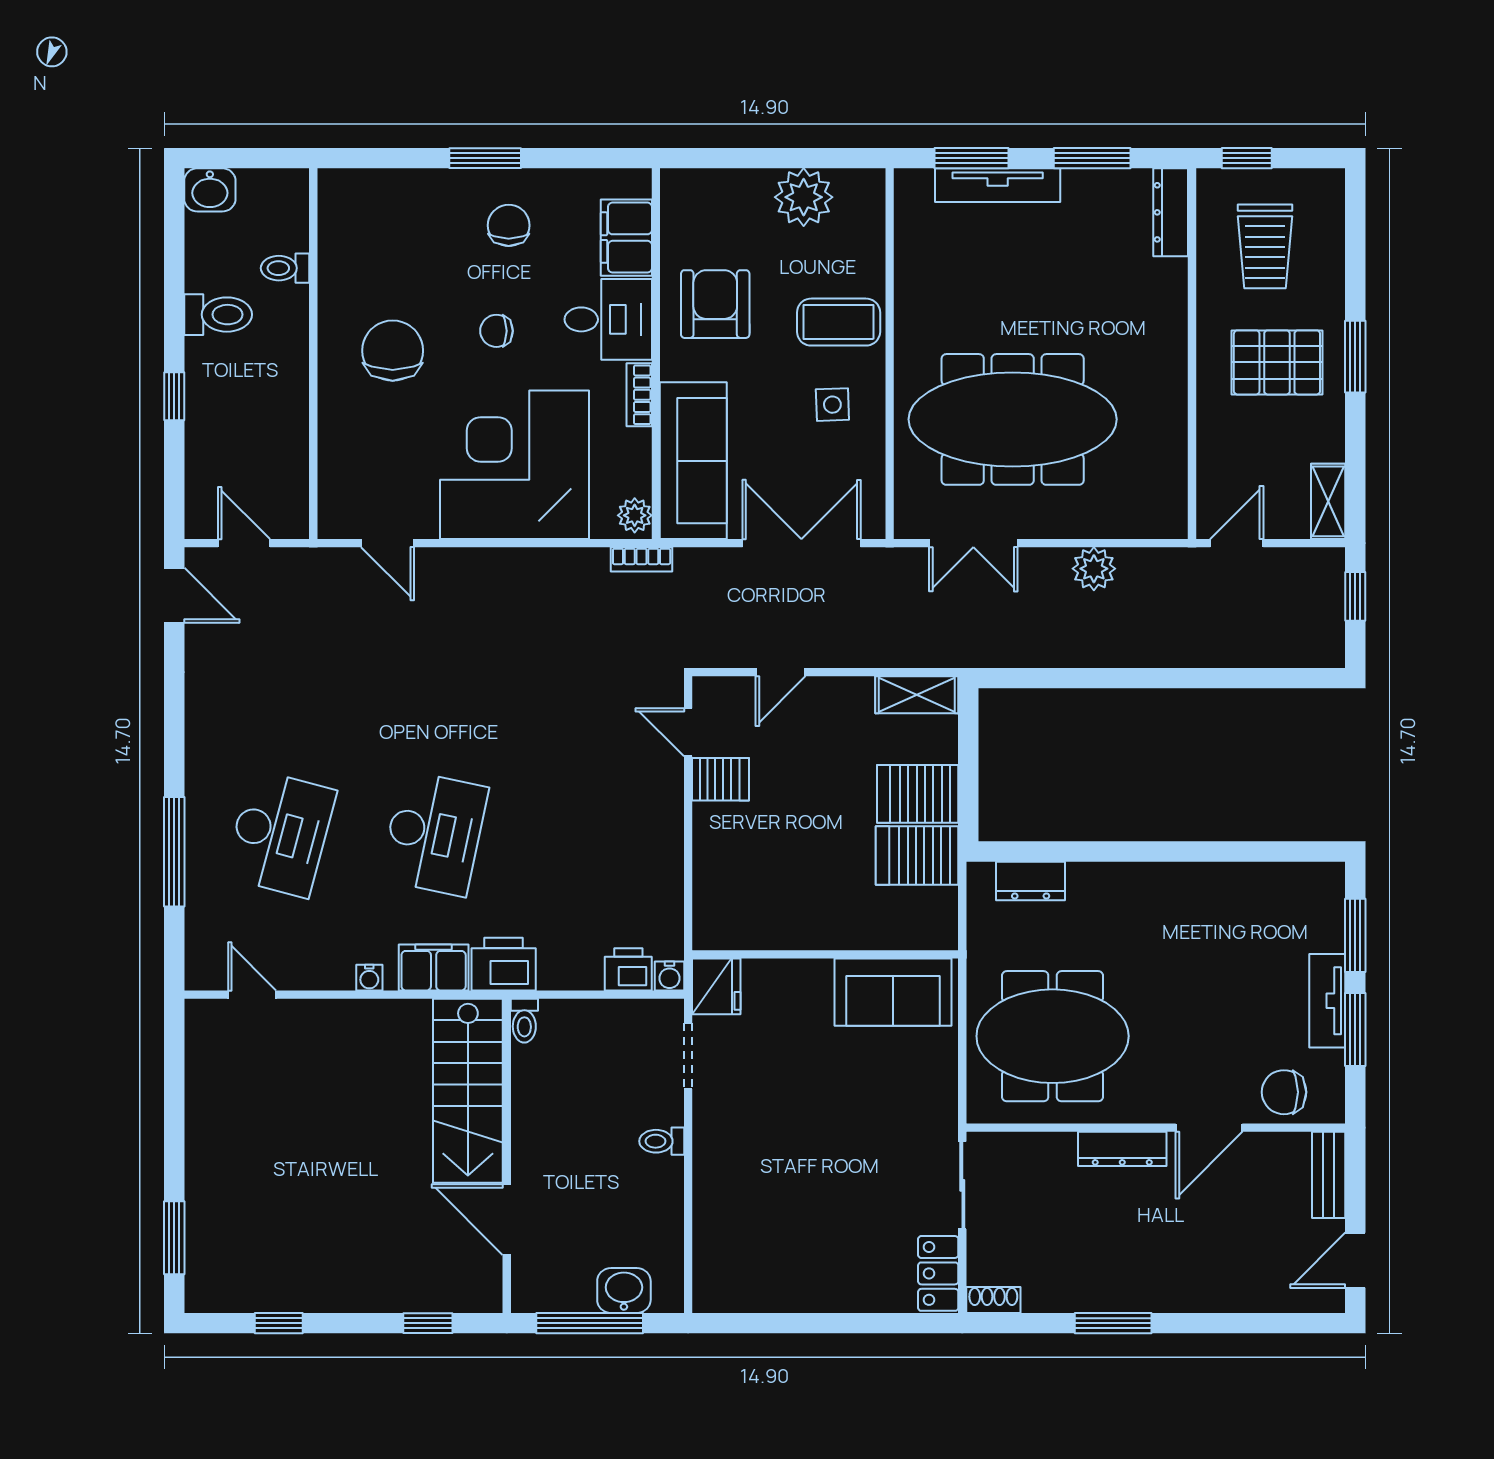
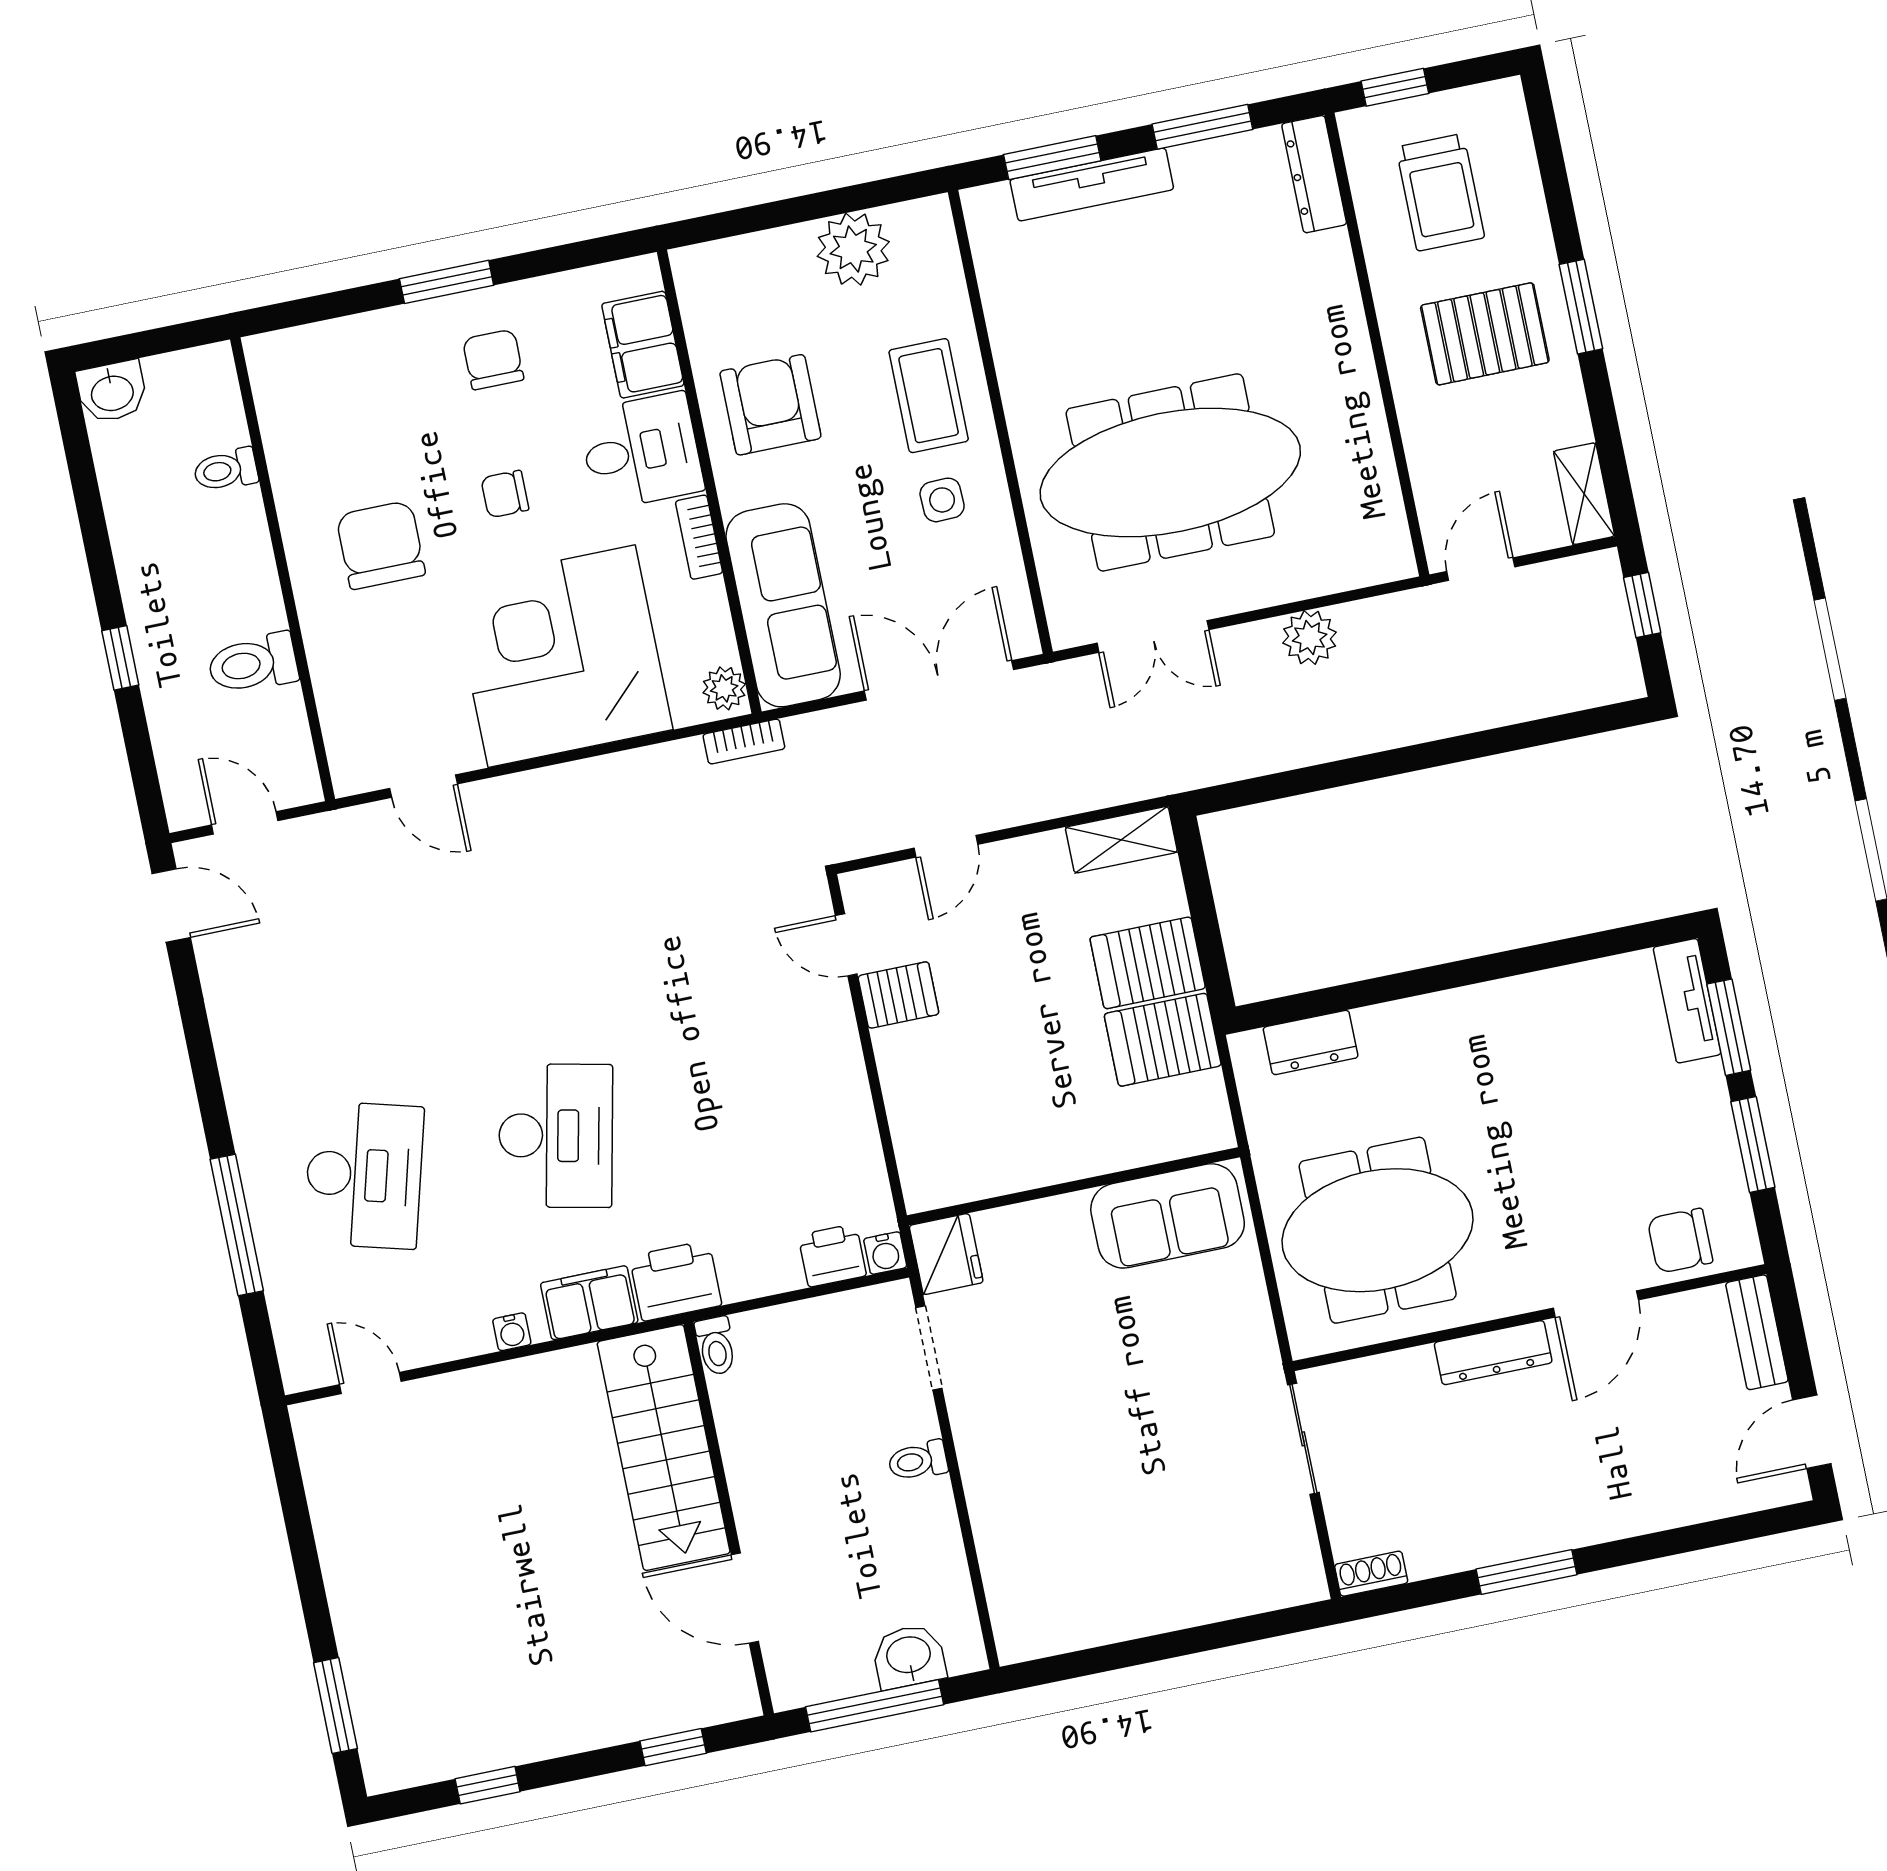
toilet: (218, 315) -> (253, 664), moved, turned 180
coffee table: (839, 322) -> (929, 396), turned 90
tv unit: (1327, 1001) -> (1687, 1001), moved
locker: (938, 1273) -> (1296, 1555), removed

